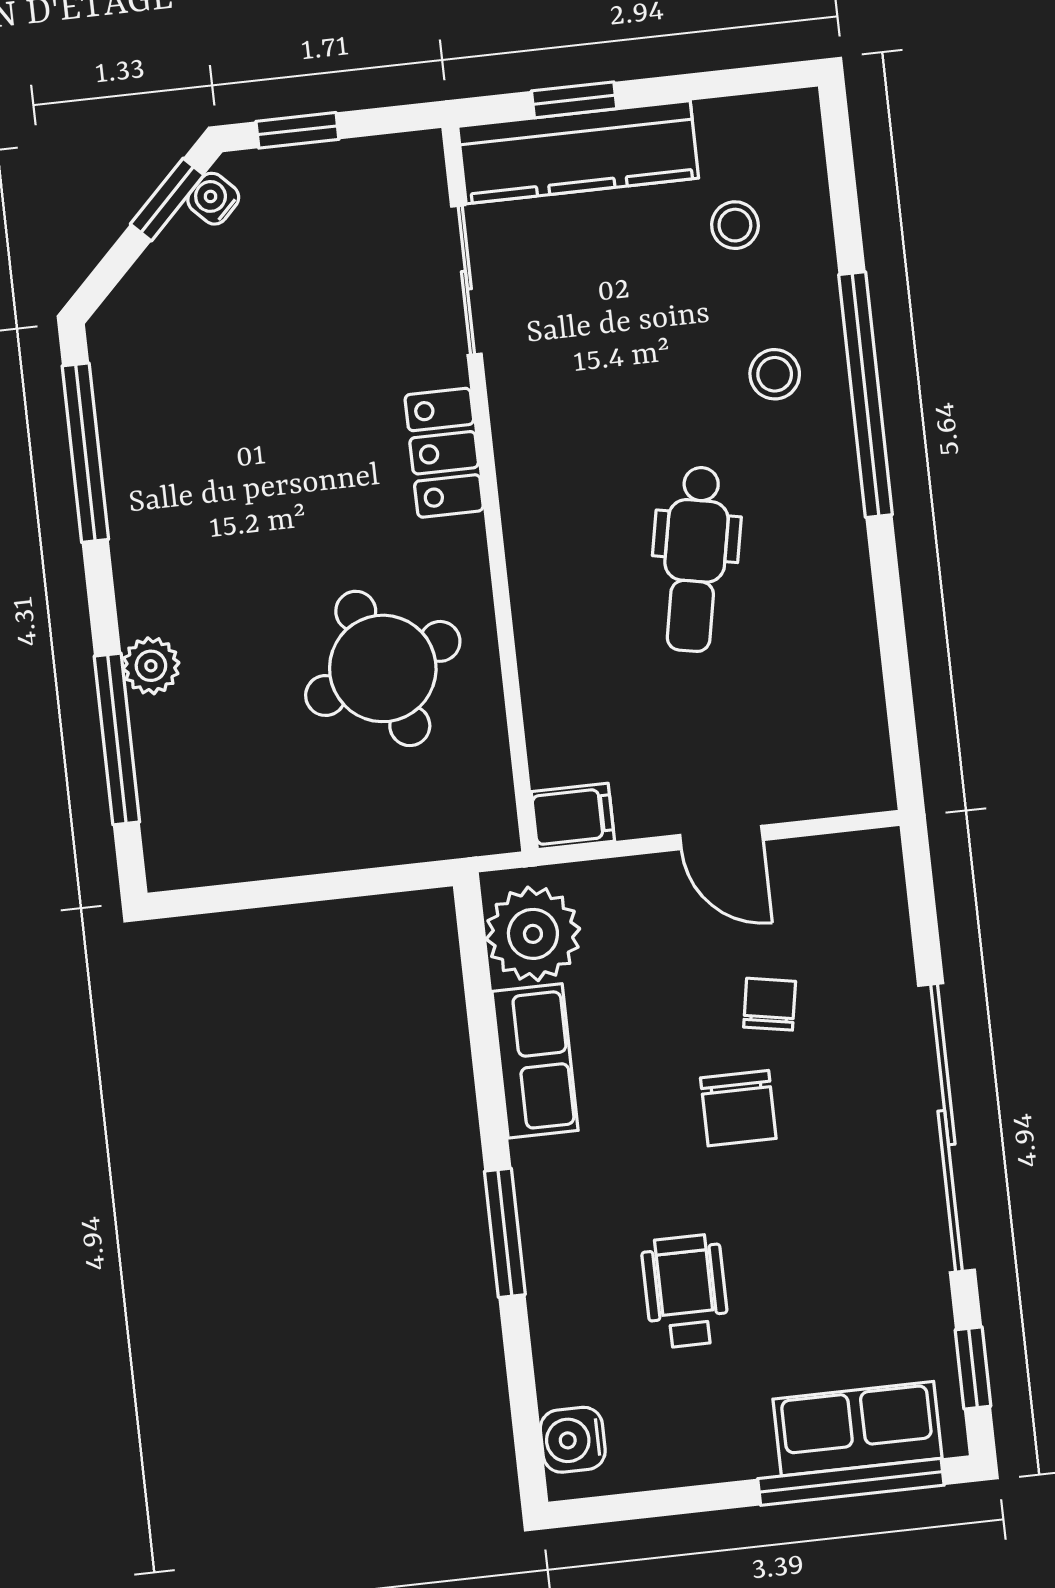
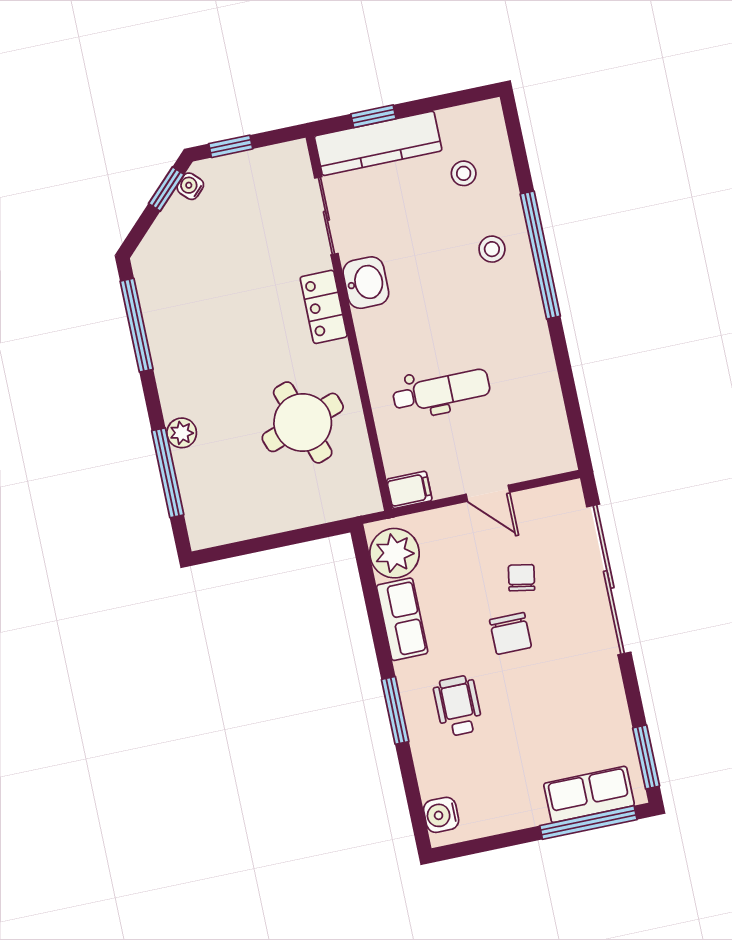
washbasin: (529, 414) -> (366, 283), added
dental chair: (695, 559) -> (441, 391), moved, turned -101
sliding door: (946, 1128) -> (609, 580), moved
wheelchair: (685, 1291) -> (458, 706), moved
window: (973, 1368) -> (646, 757), width x1.50

